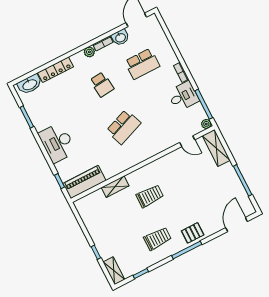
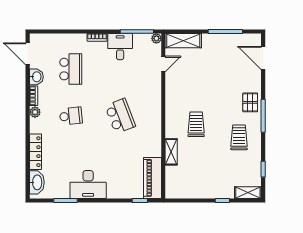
desk: (57, 143) -> (88, 184), moved

